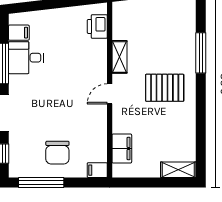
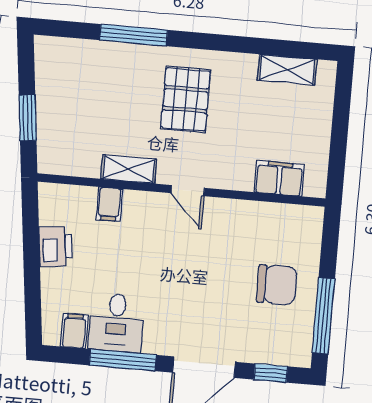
printer: (97, 26) -> (56, 247), moved, turned -97
filing cabinet: (97, 170) -> (109, 204), moved
shelving: (178, 170) -> (287, 70), moved, turned 90

